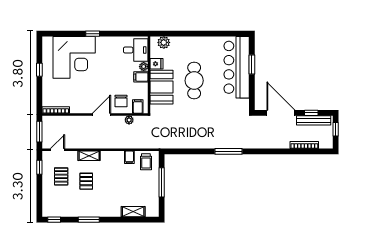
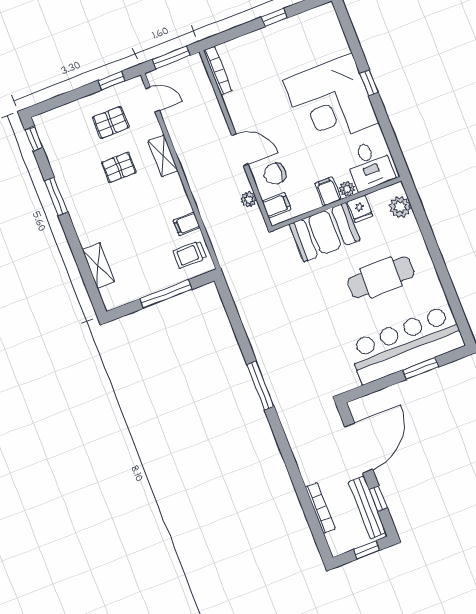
corner desk: (74, 57) -> (331, 101), moved
cafe table: (194, 81) -> (381, 277), moved

